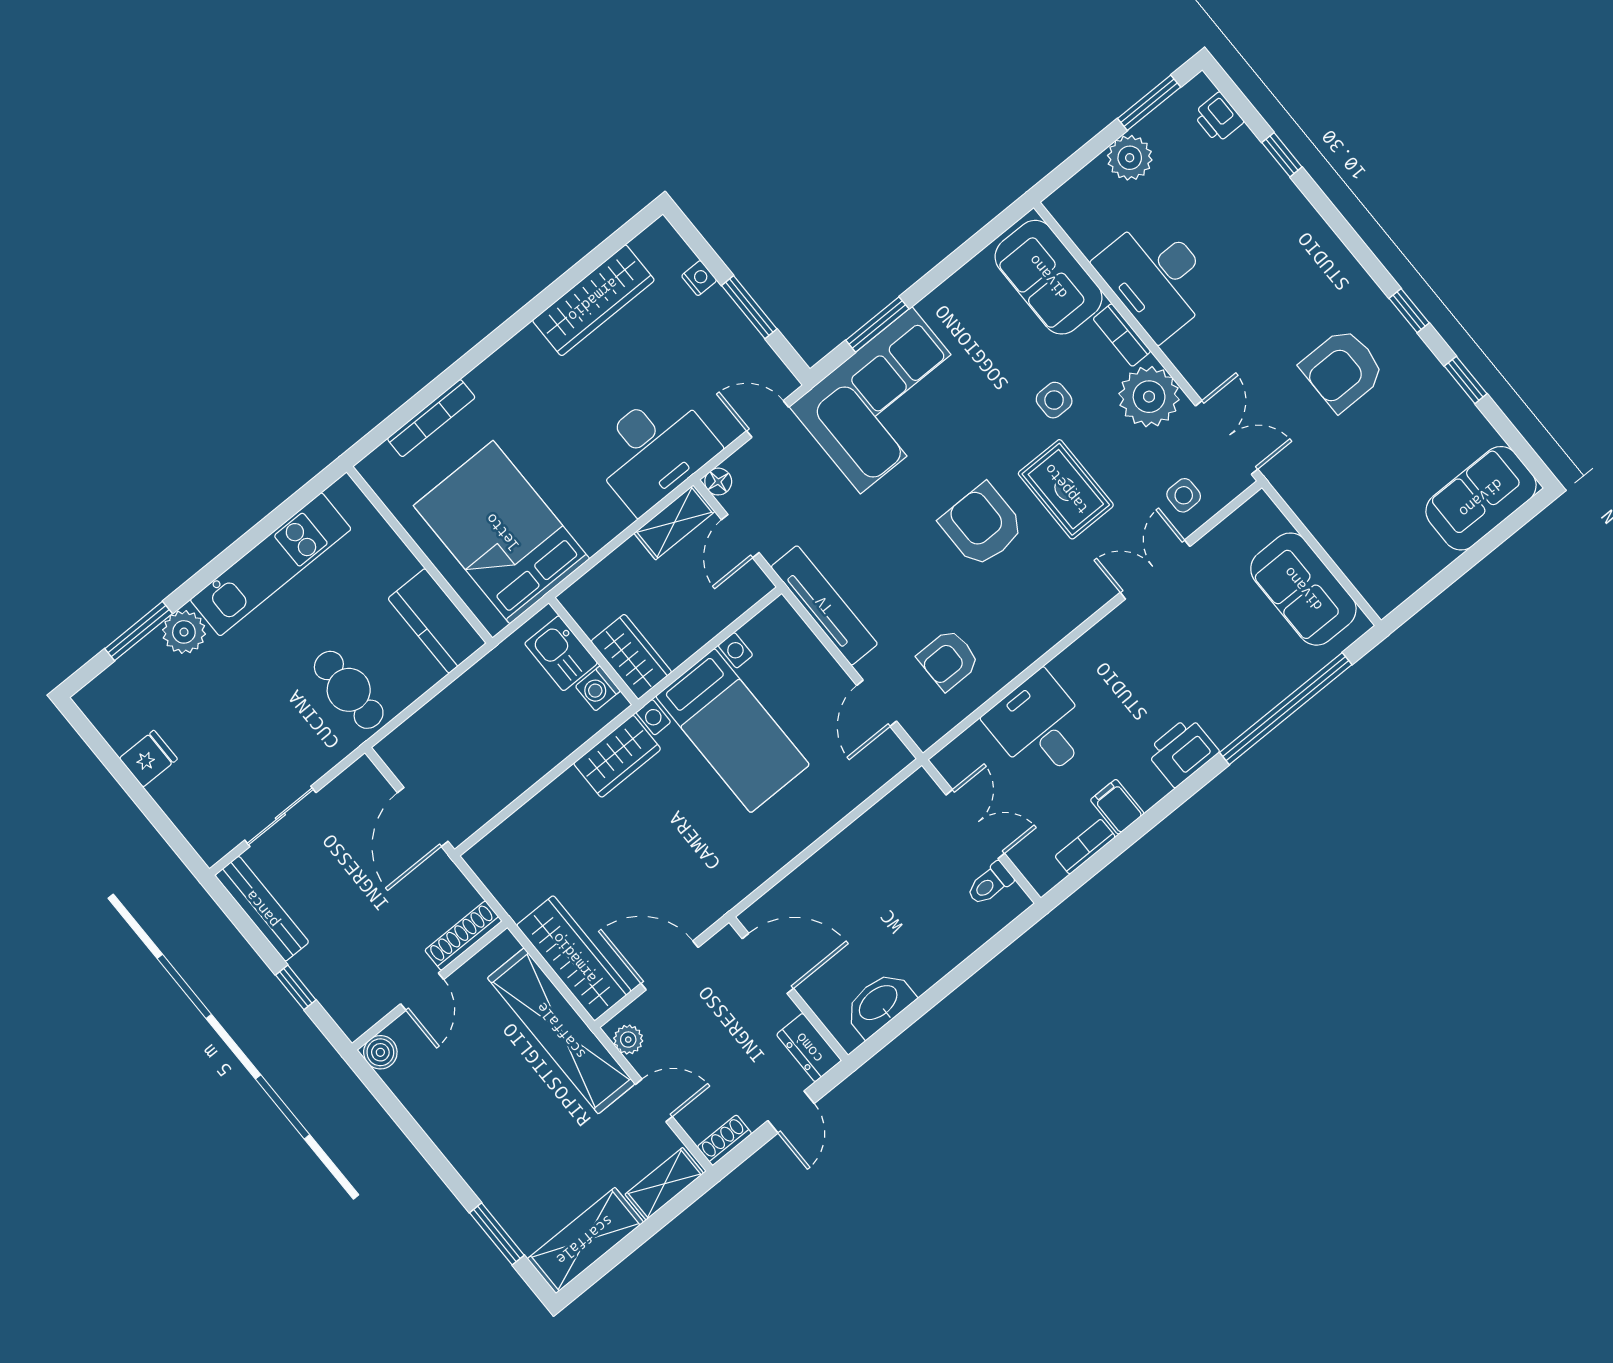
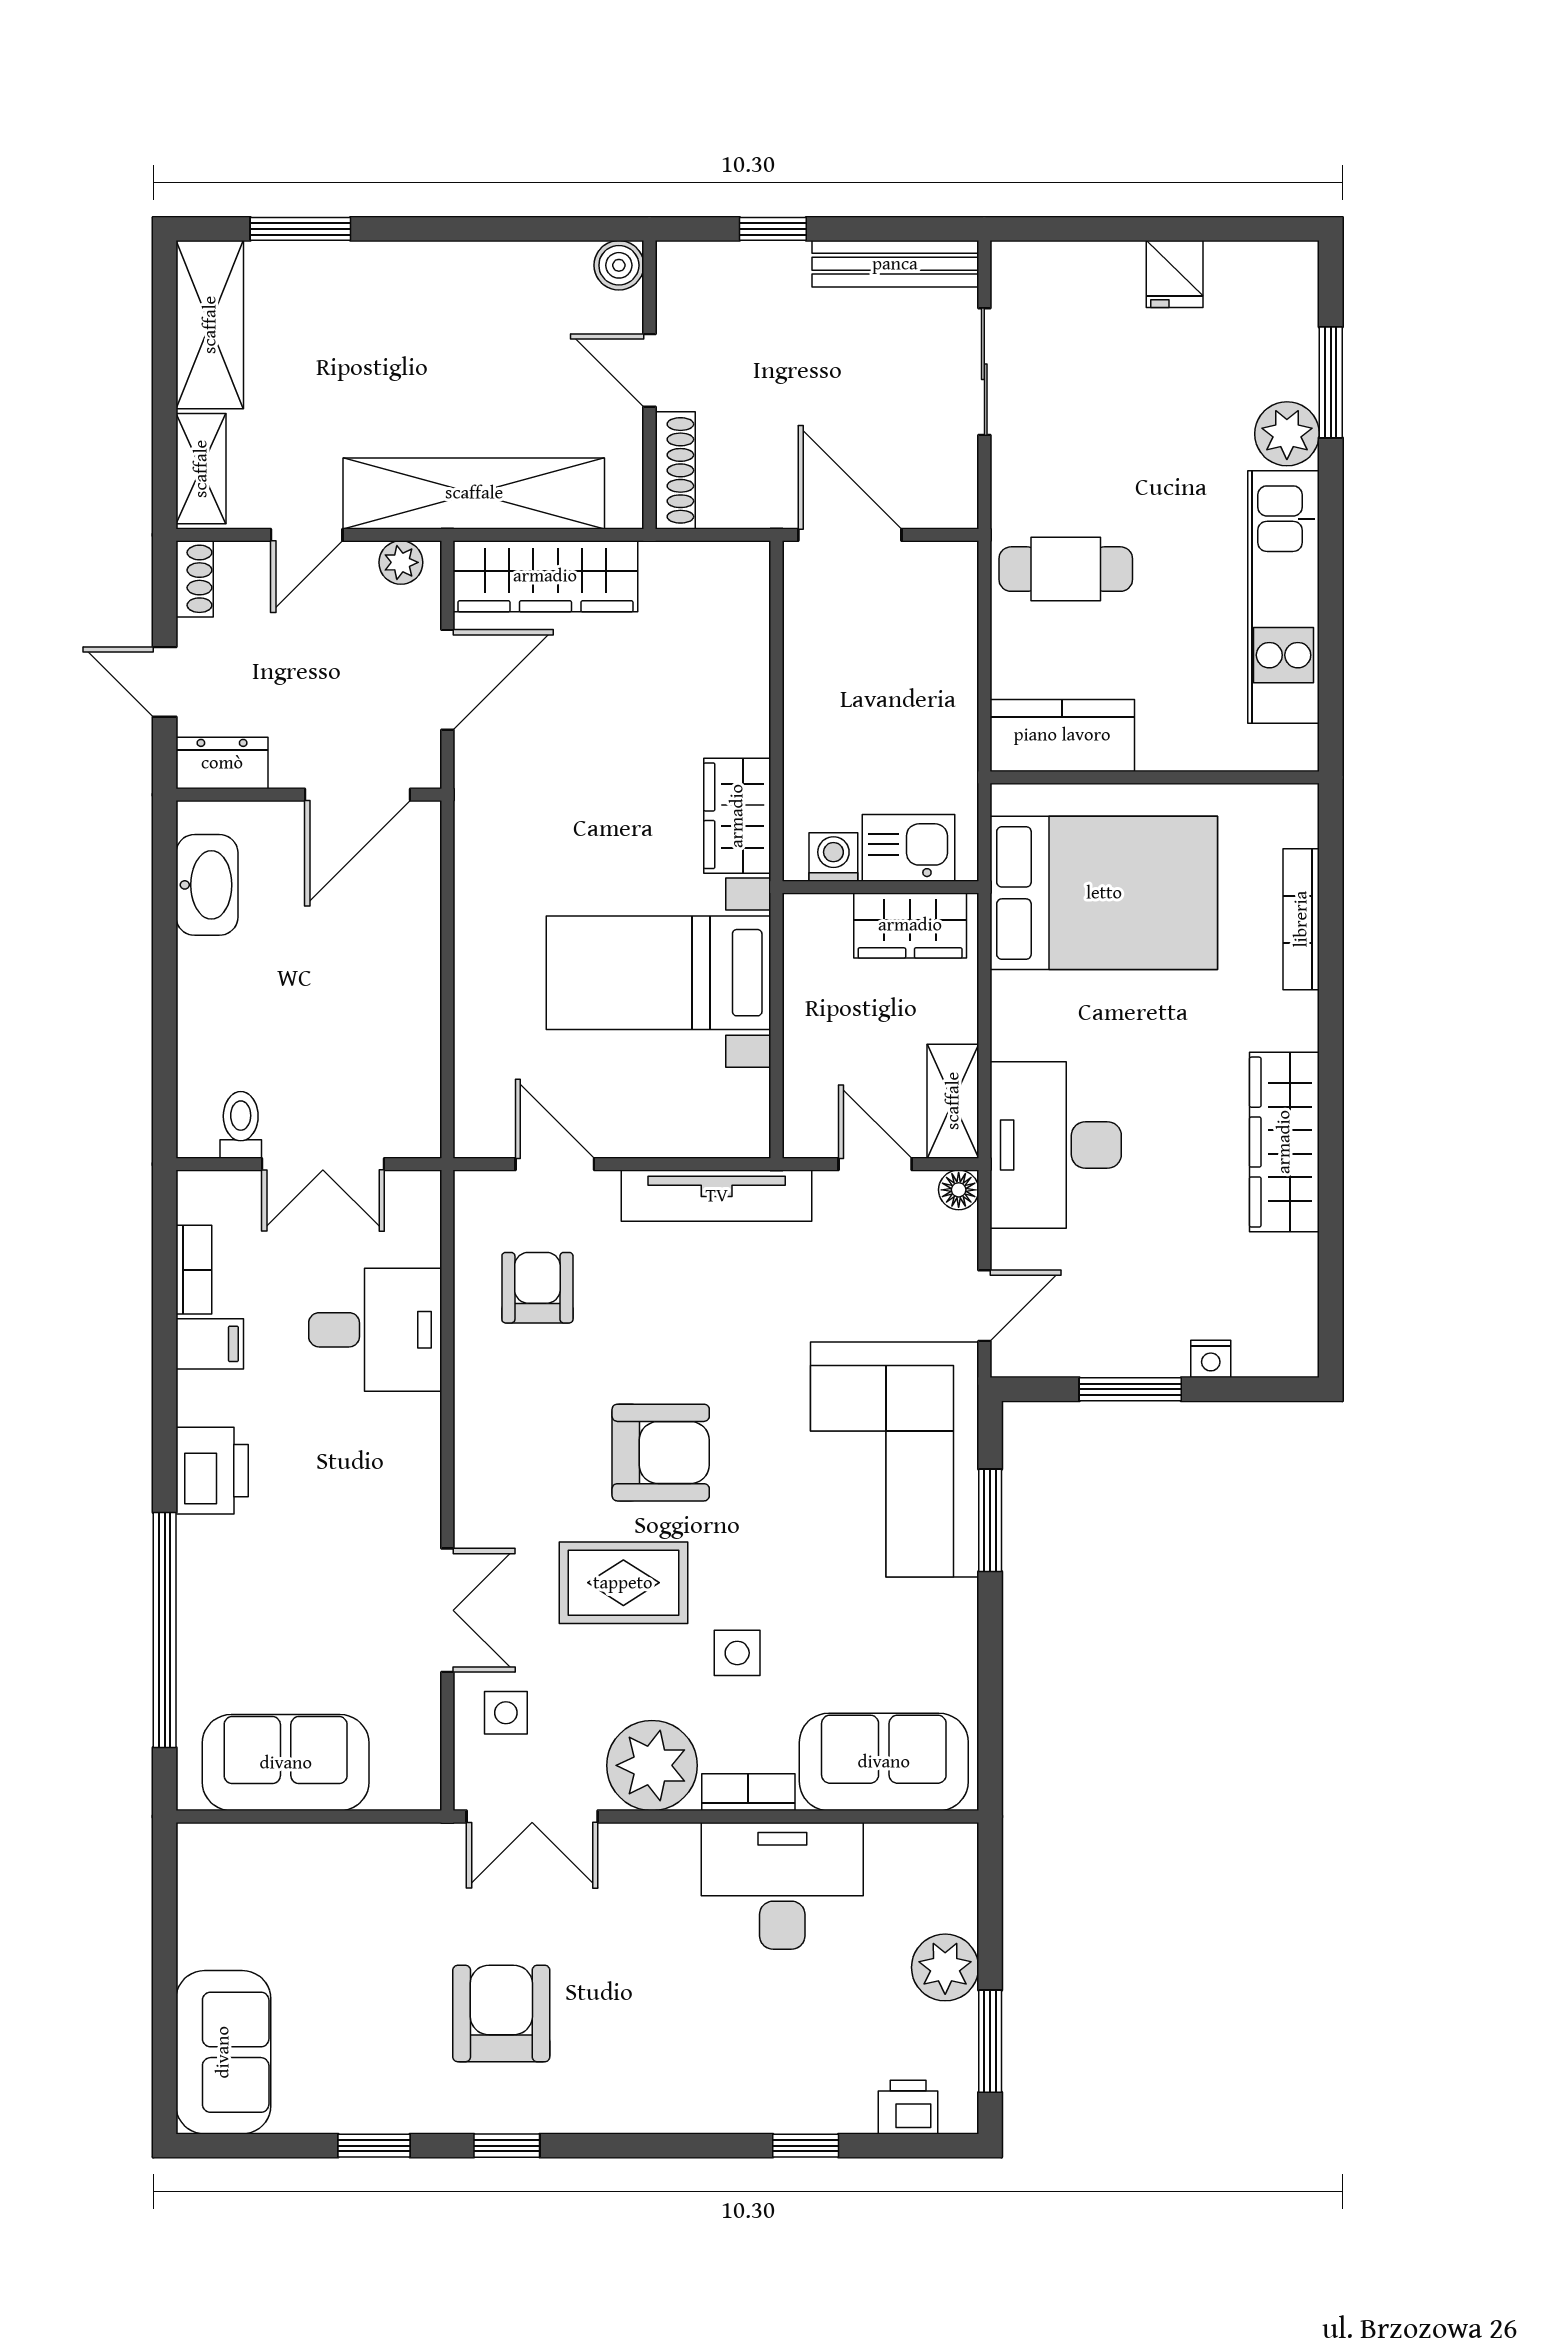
wardrobe: (593, 300) -> (1284, 1142), moved
wardrobe: (631, 657) -> (910, 925), moved

